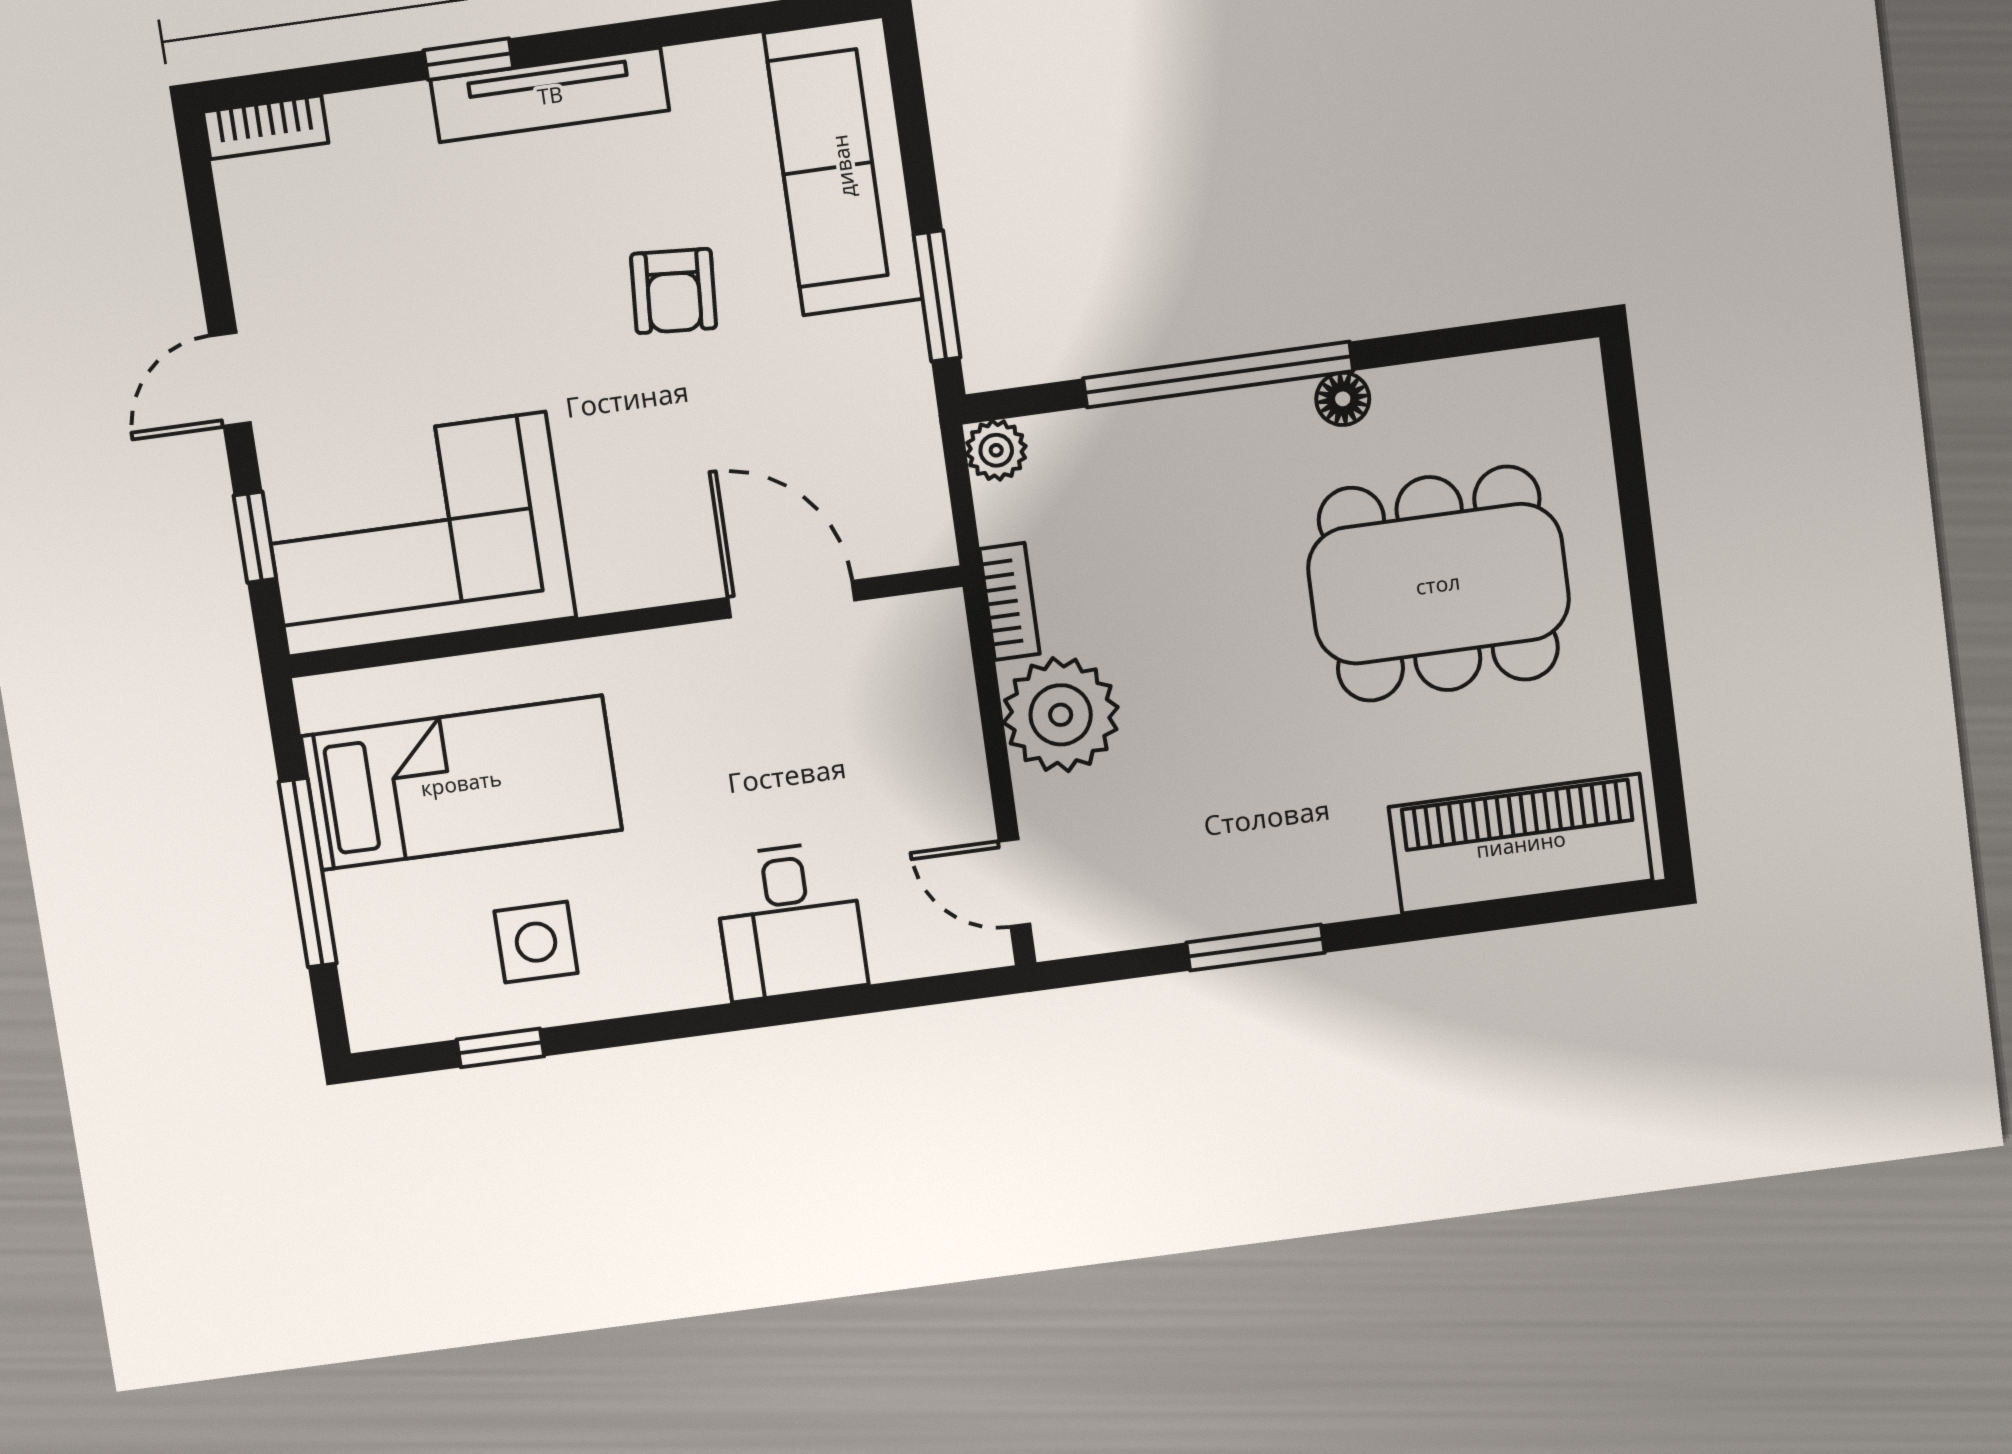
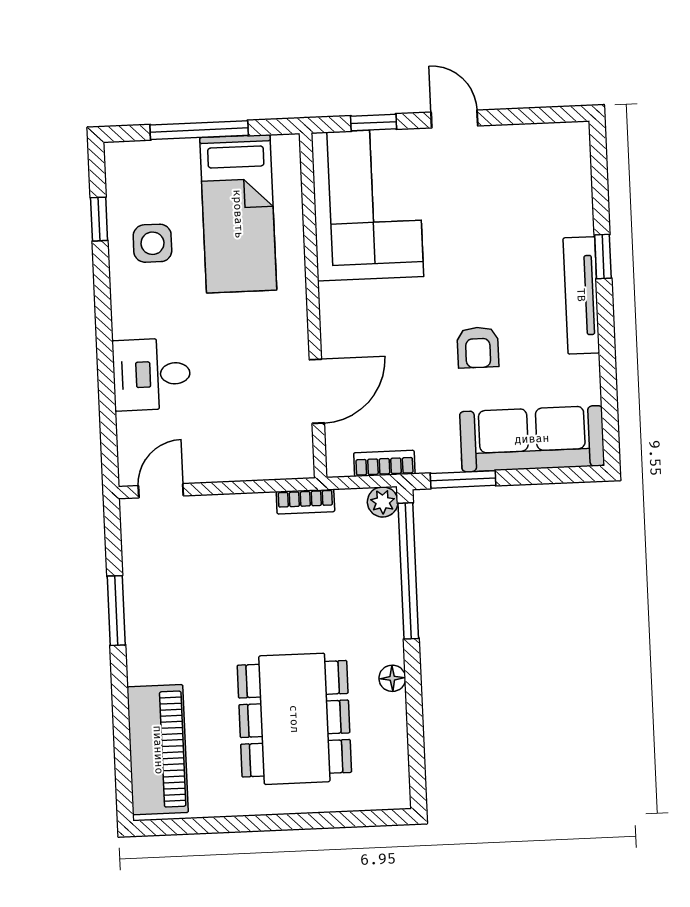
bookcase: (266, 127) -> (384, 463), moved, turned 90
armchair: (674, 291) -> (478, 347), turned -94
window: (1218, 375) -> (408, 571), moved
plant: (1061, 715) -> (245, 522), removed

